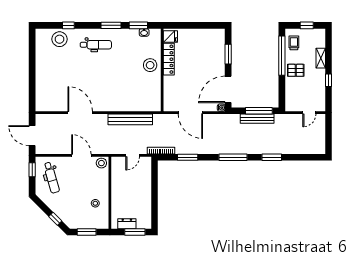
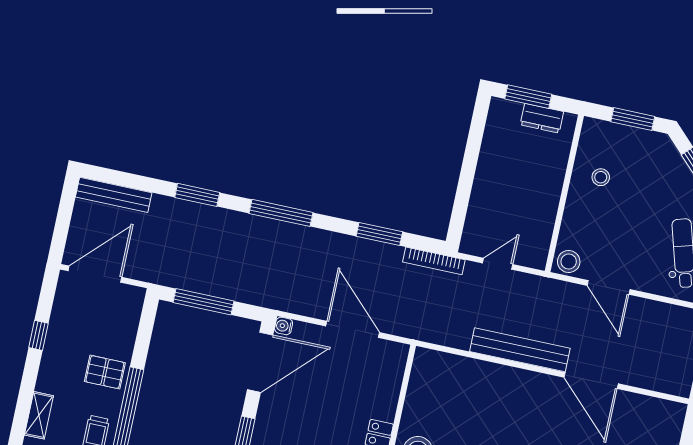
shelving: (321, 58) -> (39, 415), moved
door: (309, 113) -> (95, 274), width x1.87
bench: (130, 119) -> (520, 350), moved
bench: (257, 119) -> (114, 195), moved

